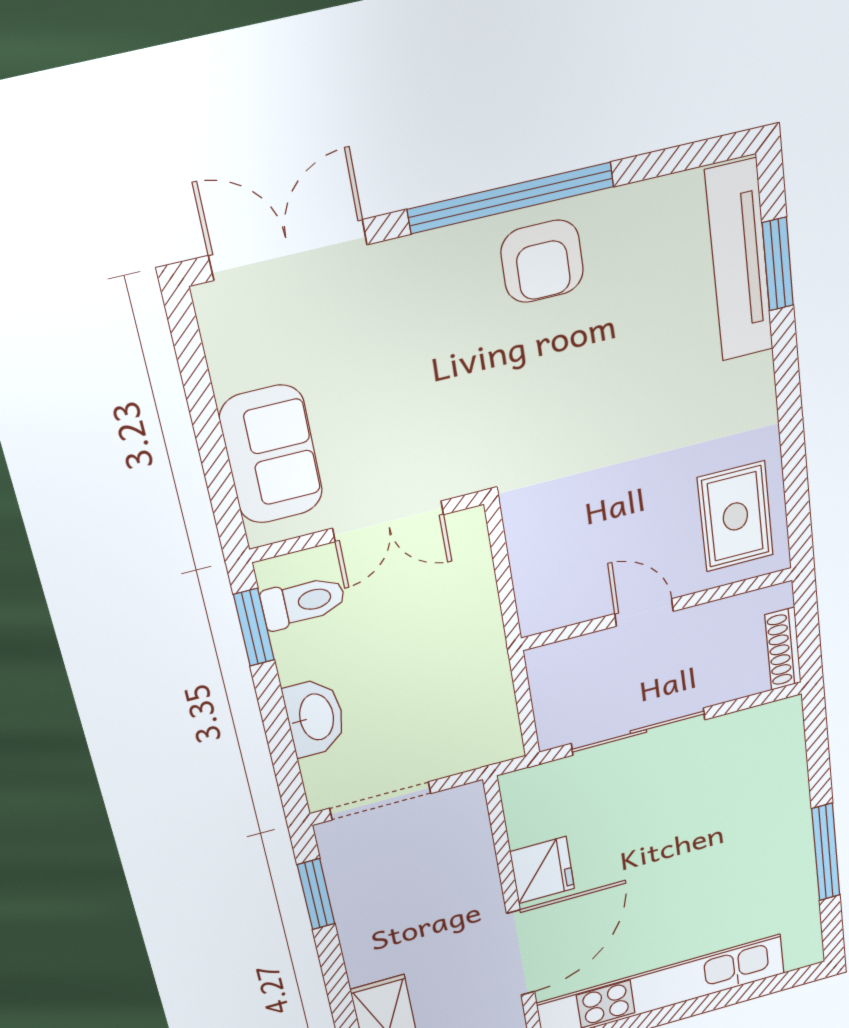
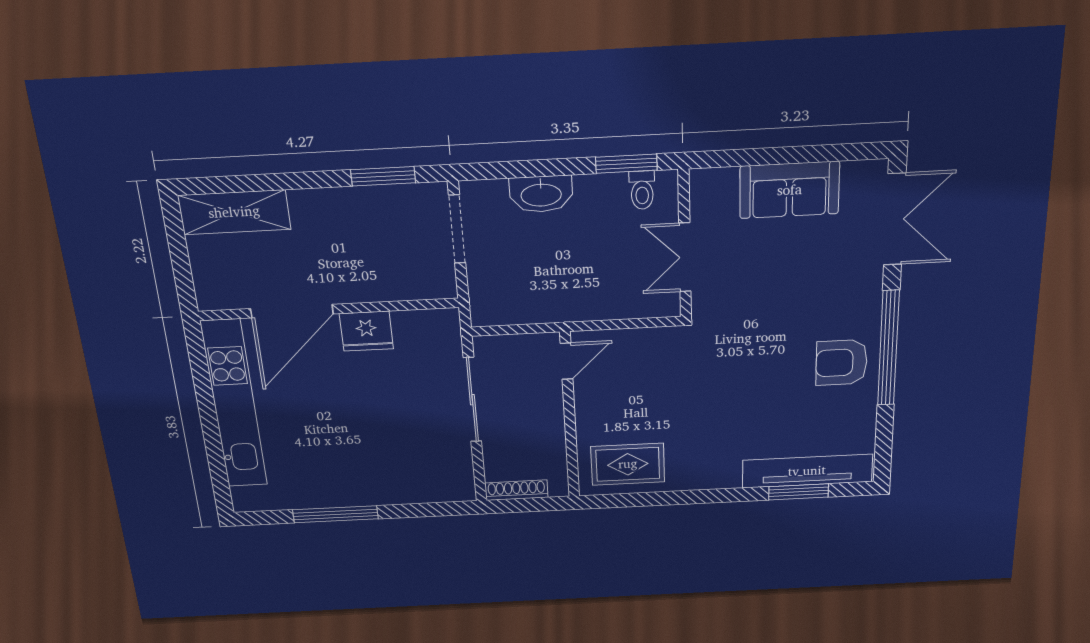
sofa: (271, 455) -> (790, 190), moved
toilet: (303, 602) -> (642, 190), width x0.73, depth x0.72
door: (644, 612) -> (567, 361), moved
door: (521, 953) -> (292, 311), hinge flipped

